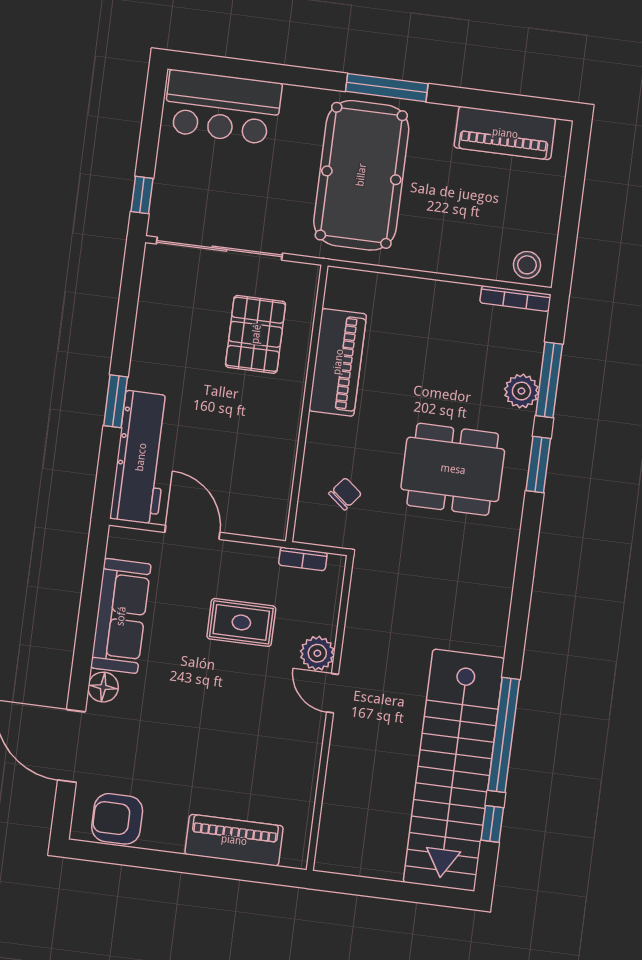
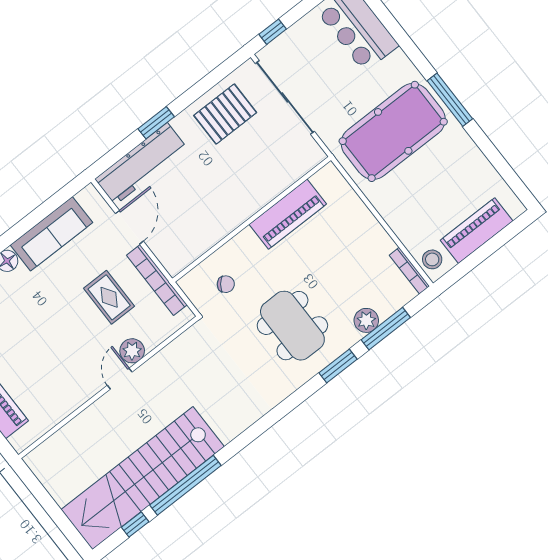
piano: (505, 133) -> (477, 231), moved, turned 90
pallet: (256, 334) -> (225, 114), moved
bookcase: (303, 559) -> (157, 280), width x2.31, depth x1.31

